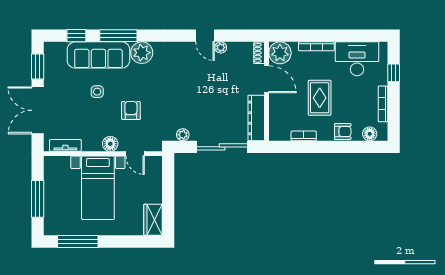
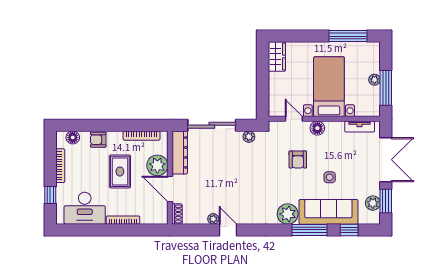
plant: (280, 53) -> (157, 165), moved
plant: (51, 64) -> (373, 203), added
bookcase: (304, 136) -> (142, 136), width x1.56
plant: (50, 195) -> (375, 80), added
window: (38, 199) -> (386, 88), moved

